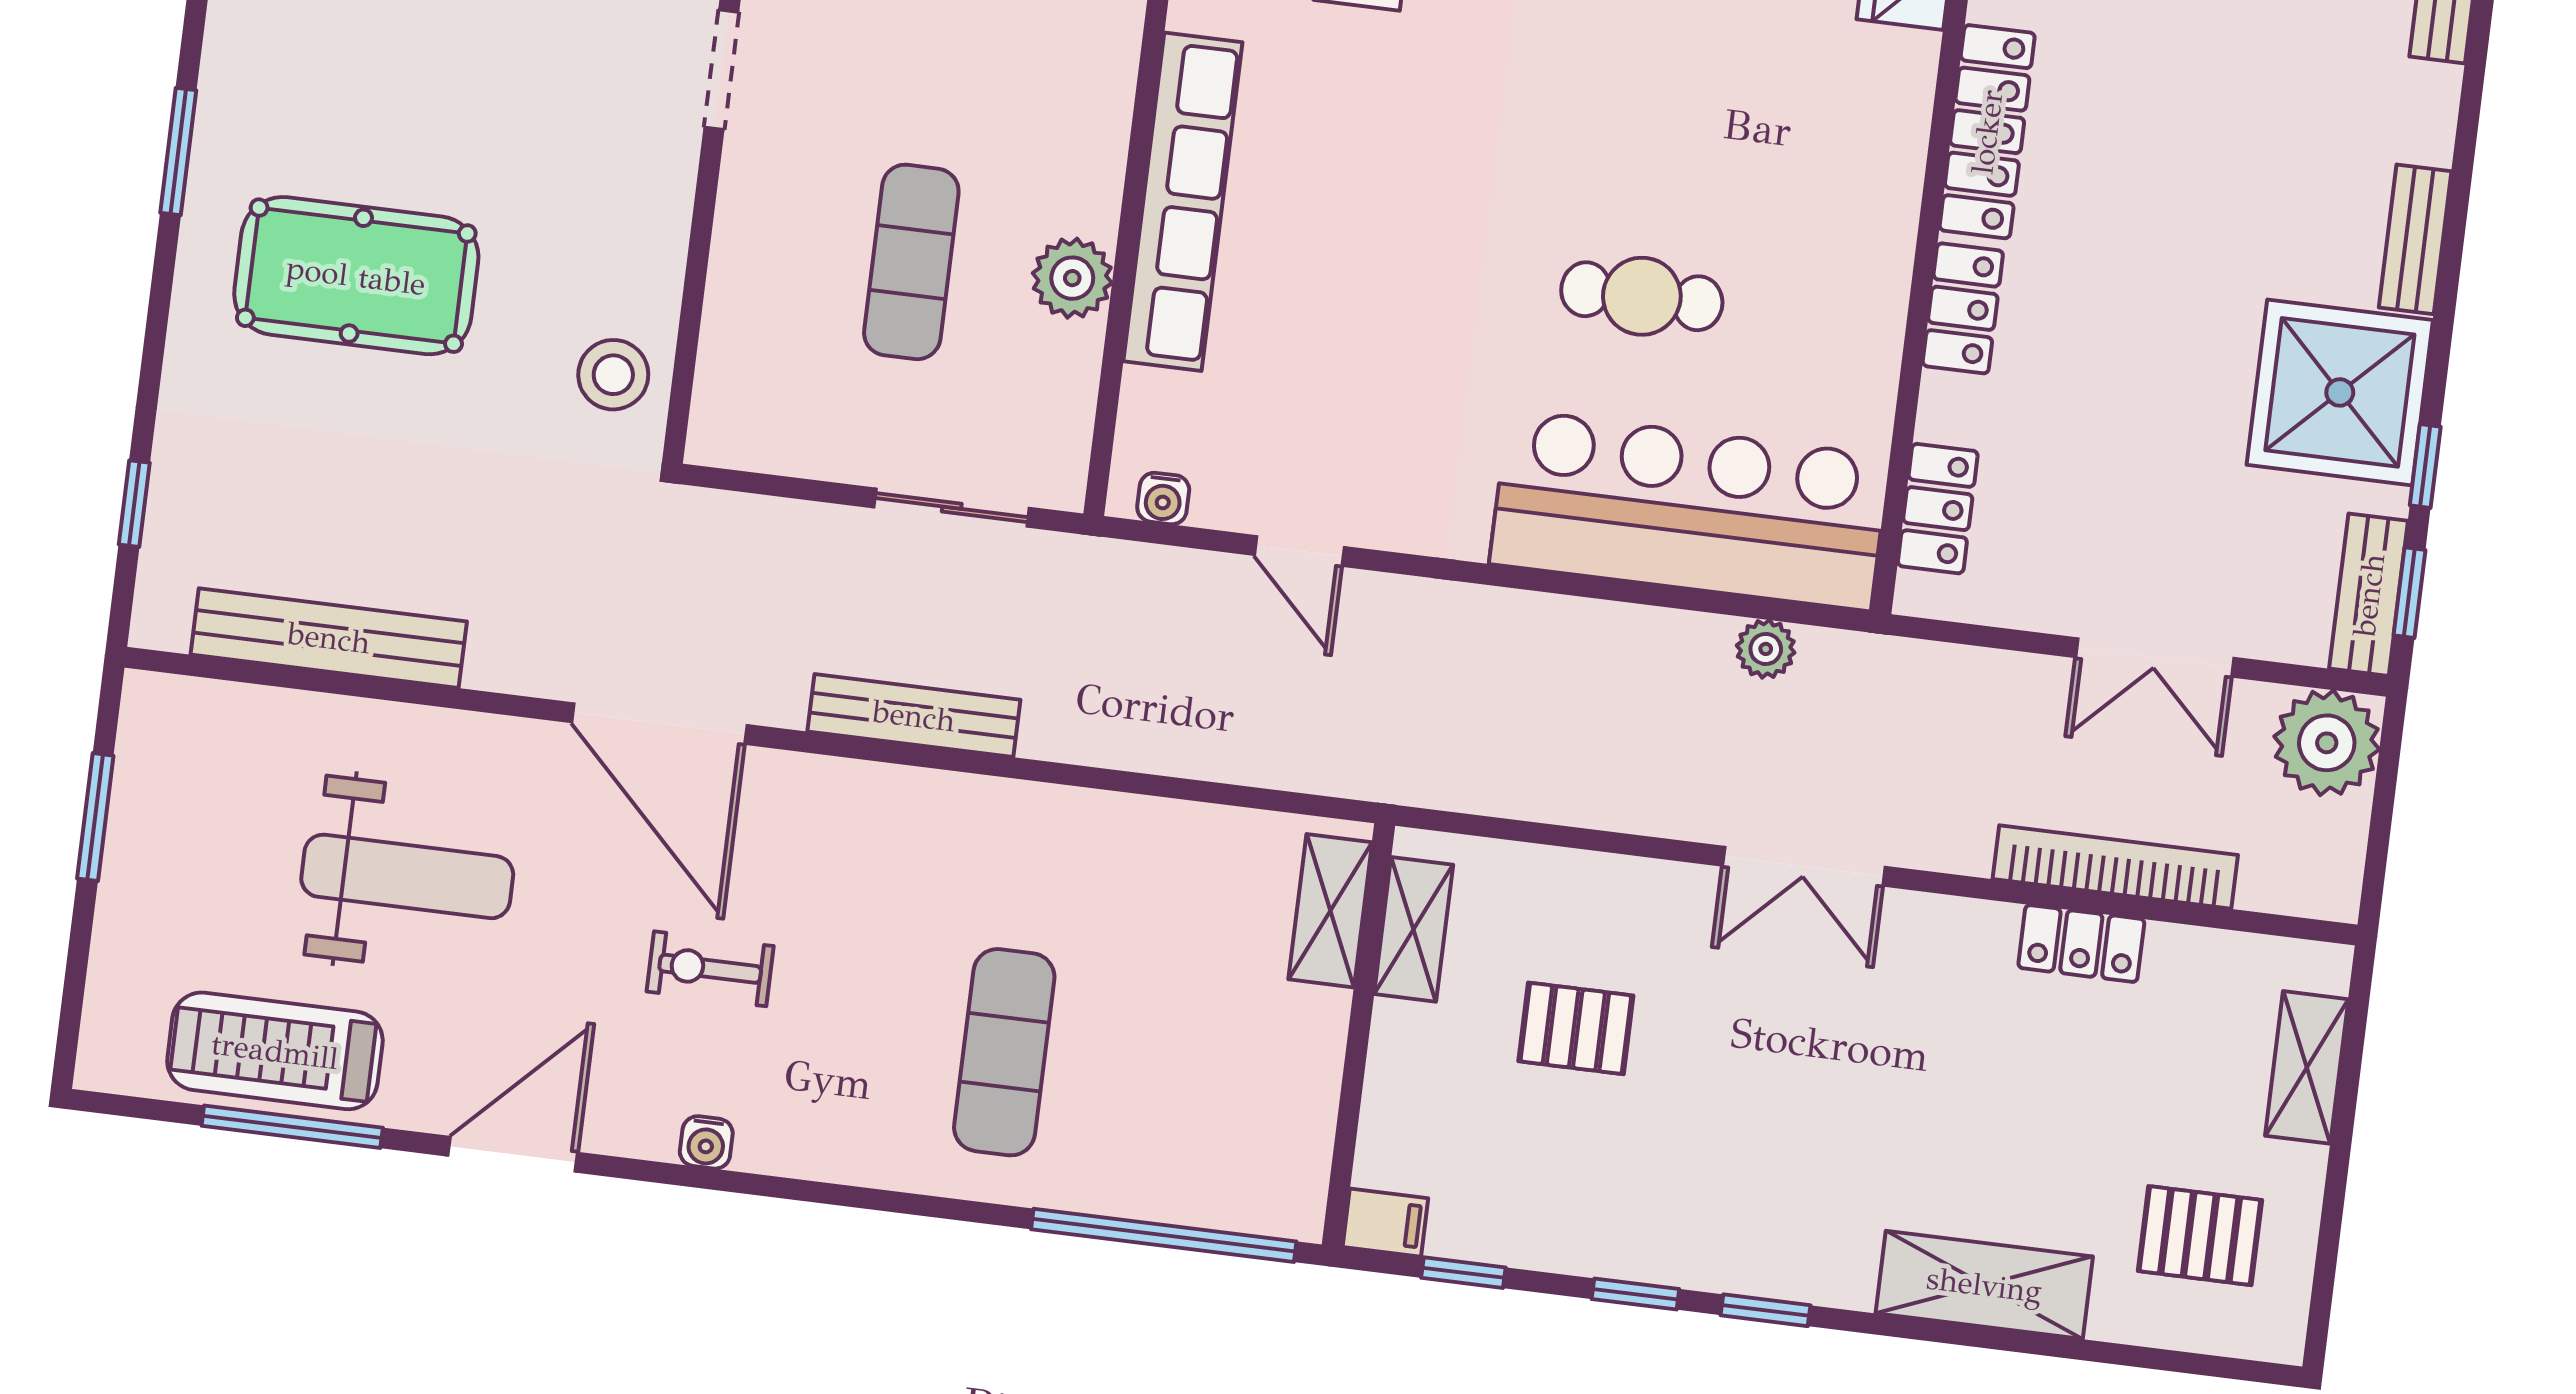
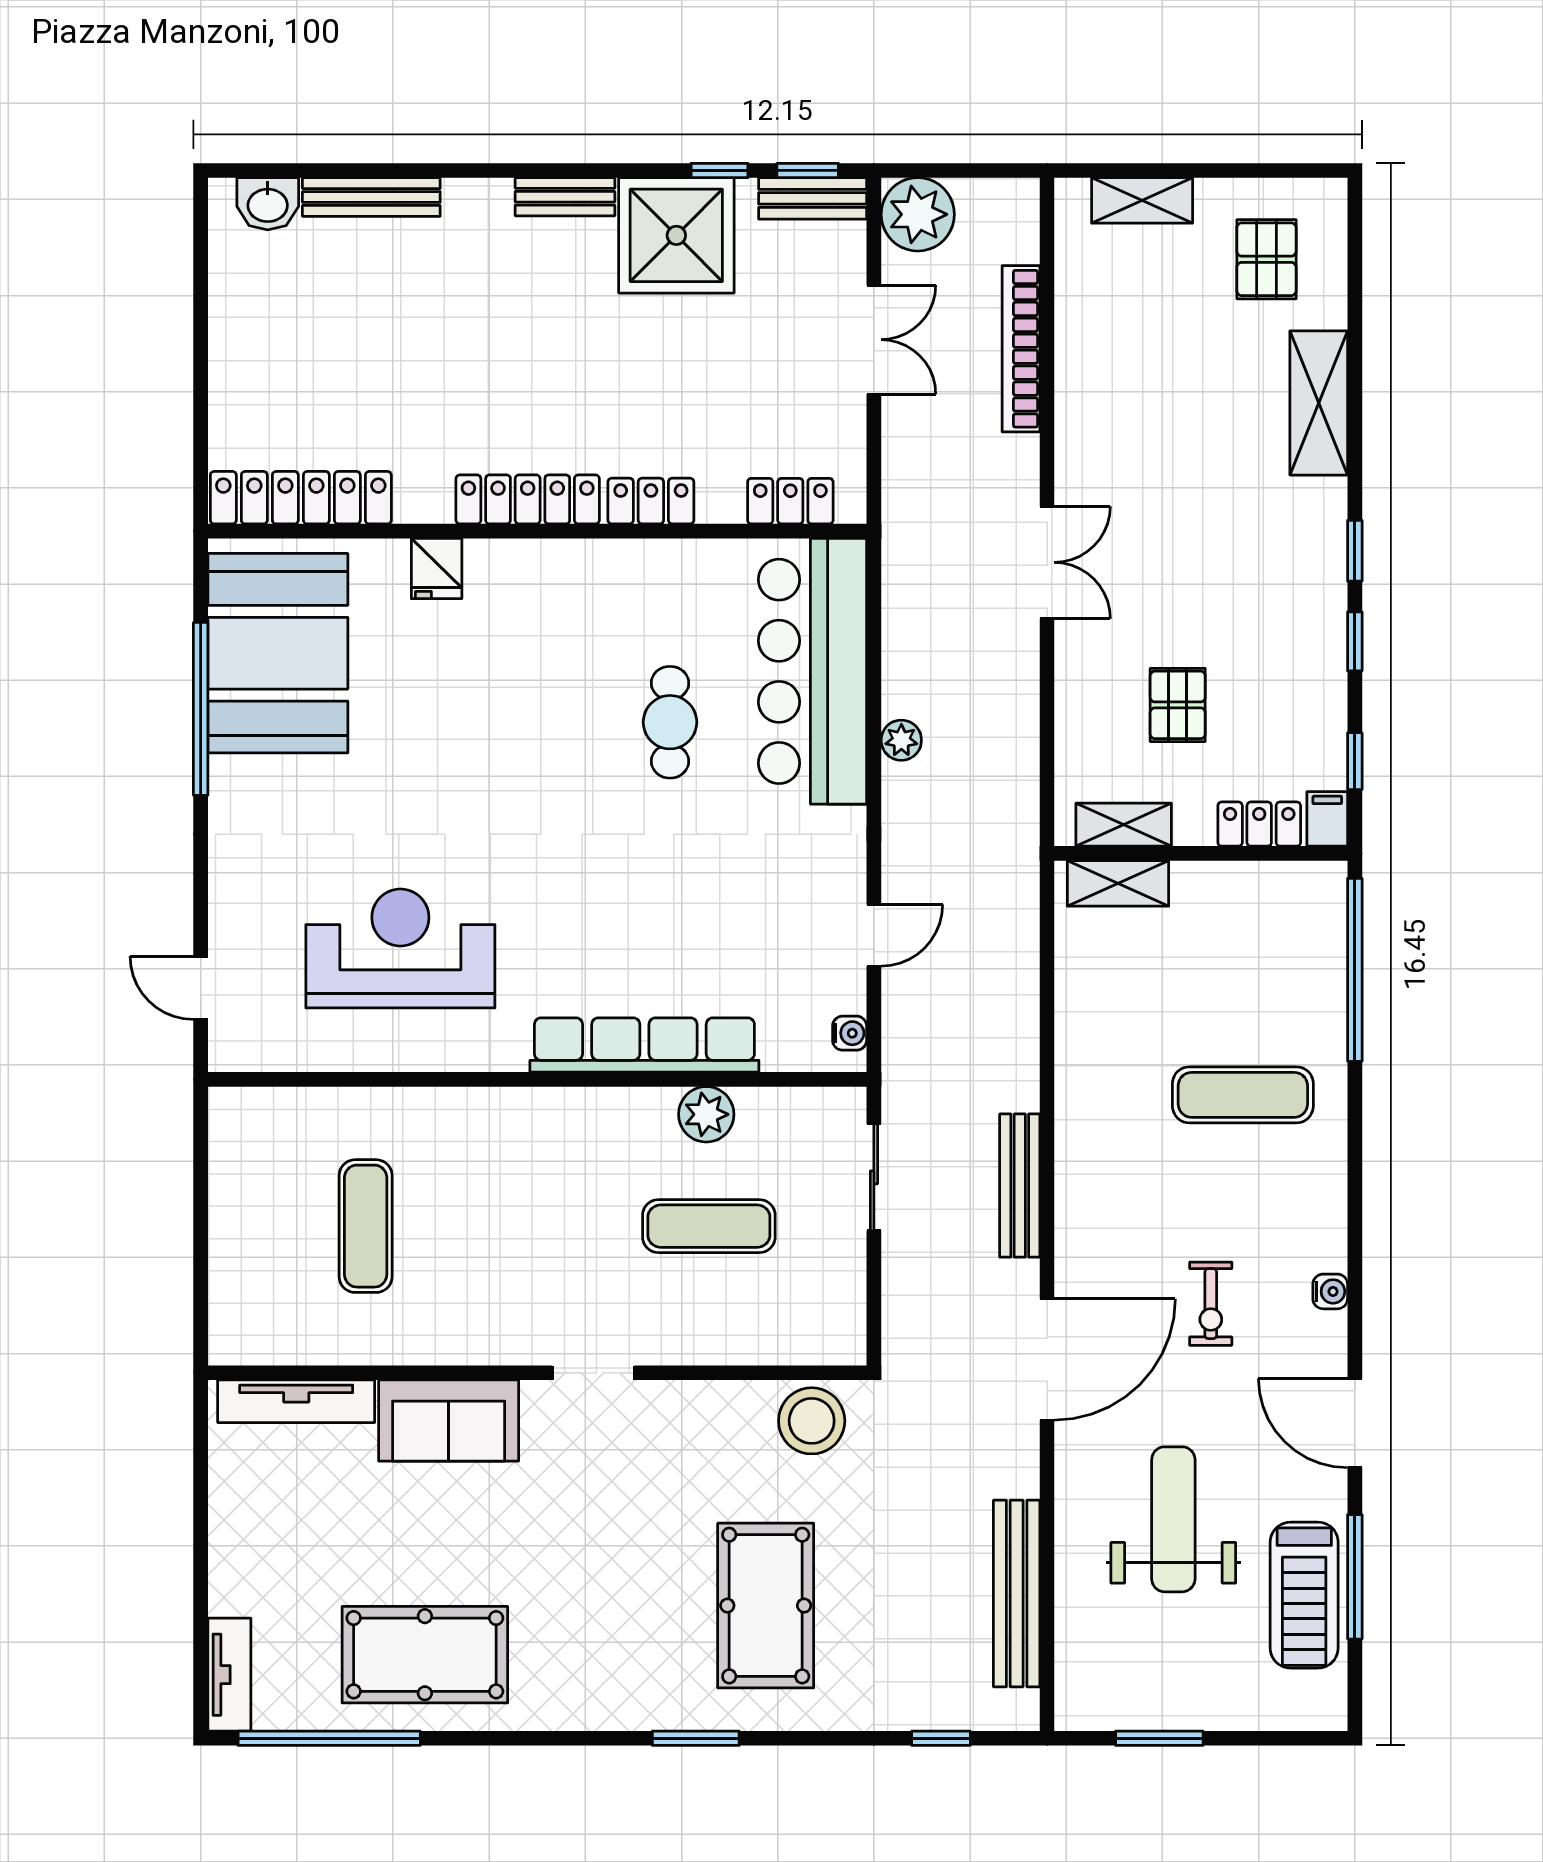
stool: (613, 375) -> (812, 1421), width x1.38, depth x1.38
plant: (1766, 649) -> (901, 740), moved
locker: (2081, 944) -> (1259, 824), moved, turned -90

